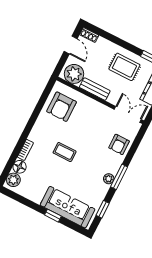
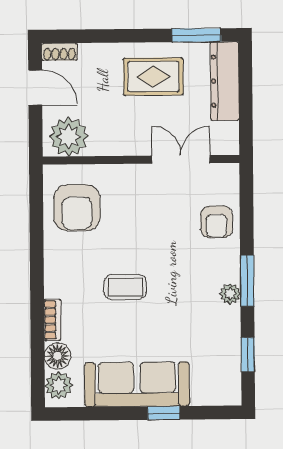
bench: (95, 89) -> (120, 144), removed
double door: (128, 114) -> (181, 159), moved
sofa: (68, 207) -> (137, 384), moved

